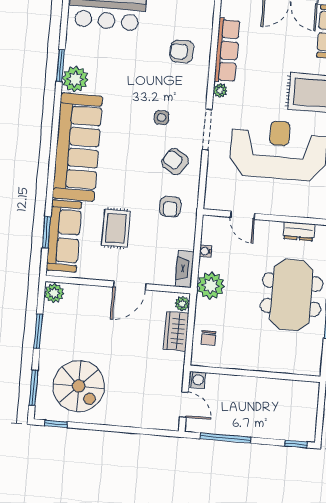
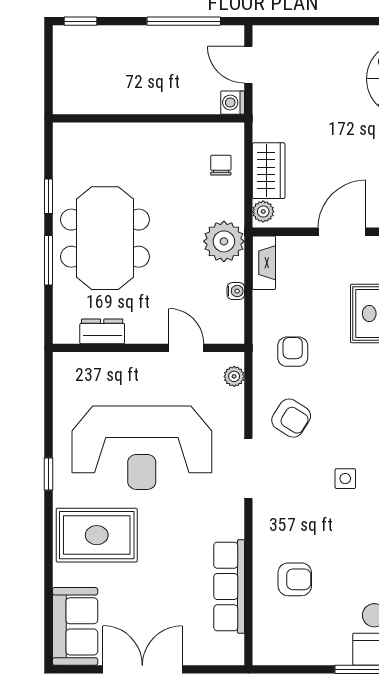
plant: (220, 90) -> (234, 376), moved
side table: (161, 117) -> (345, 479), moved

